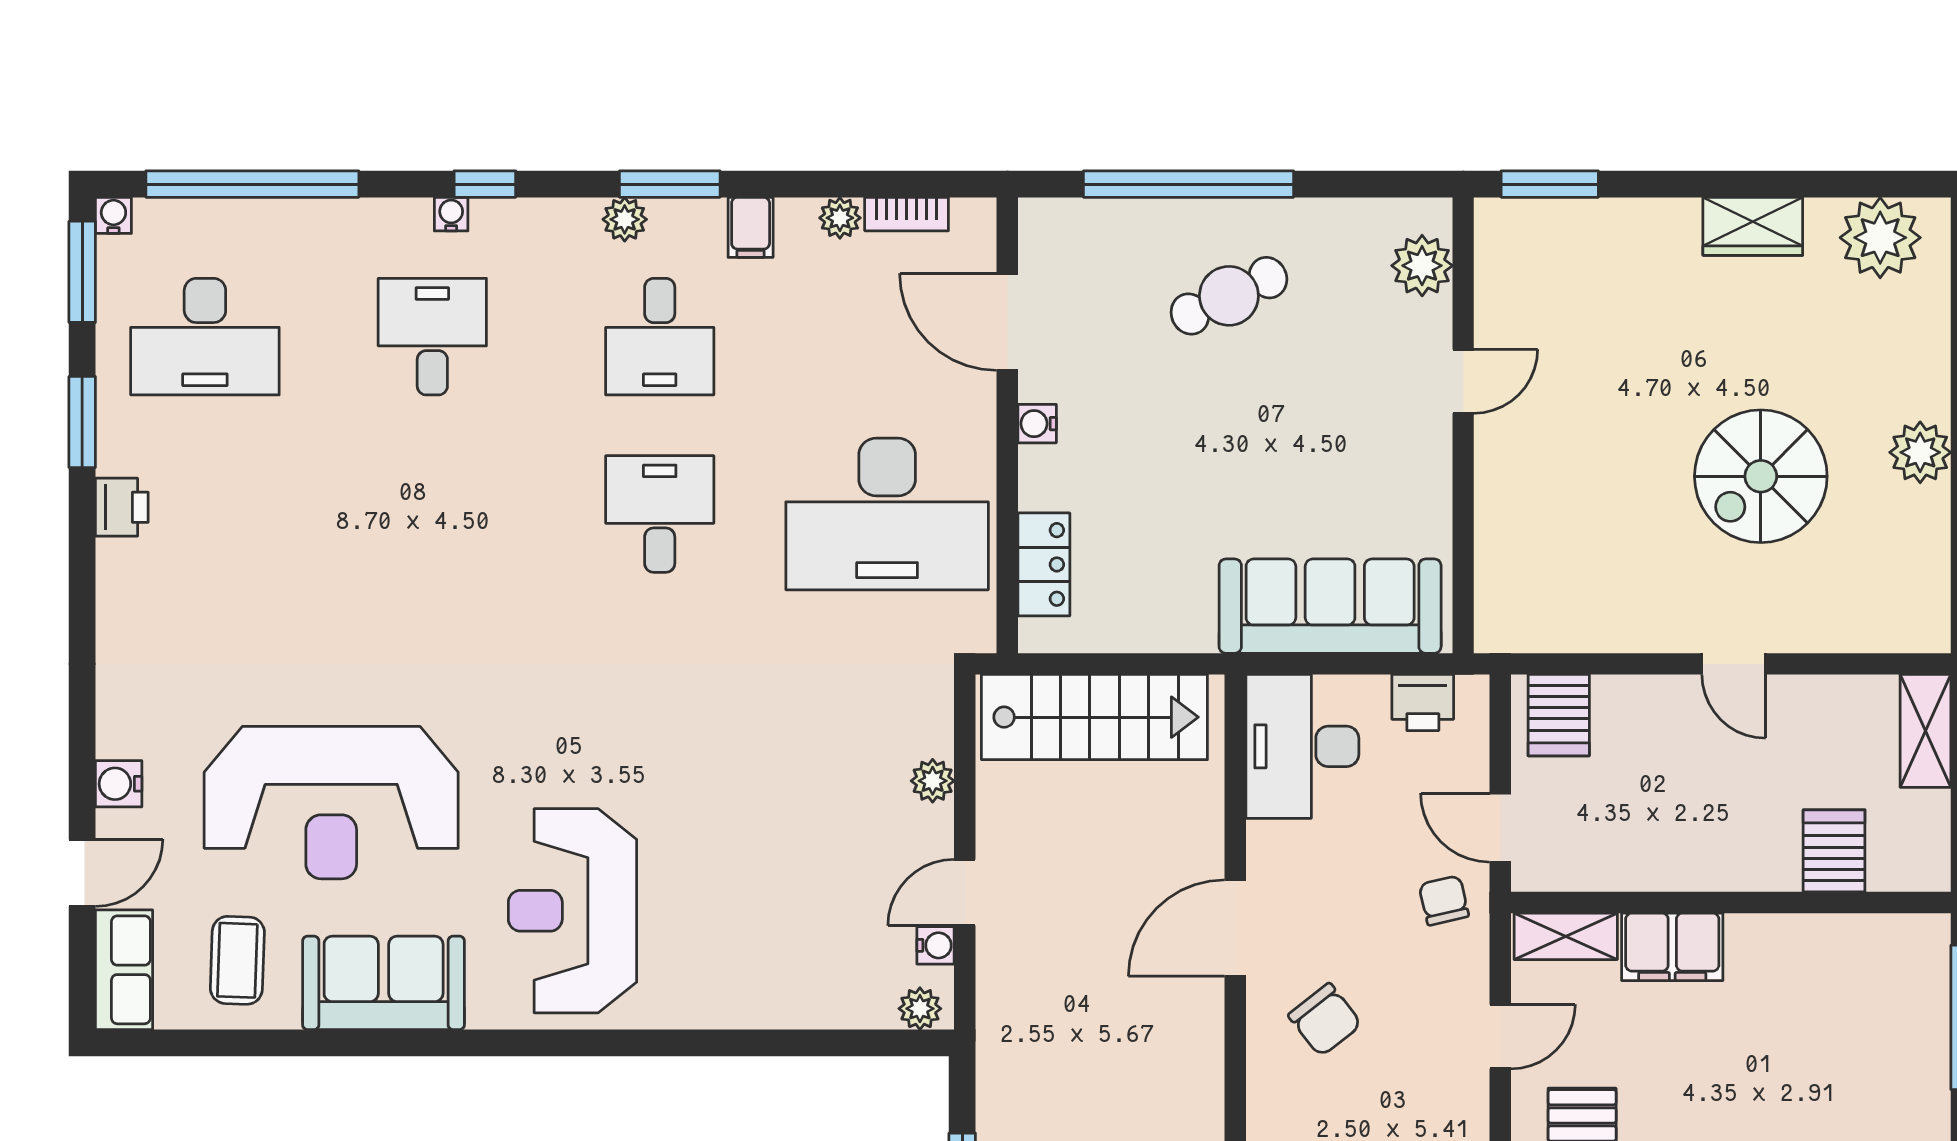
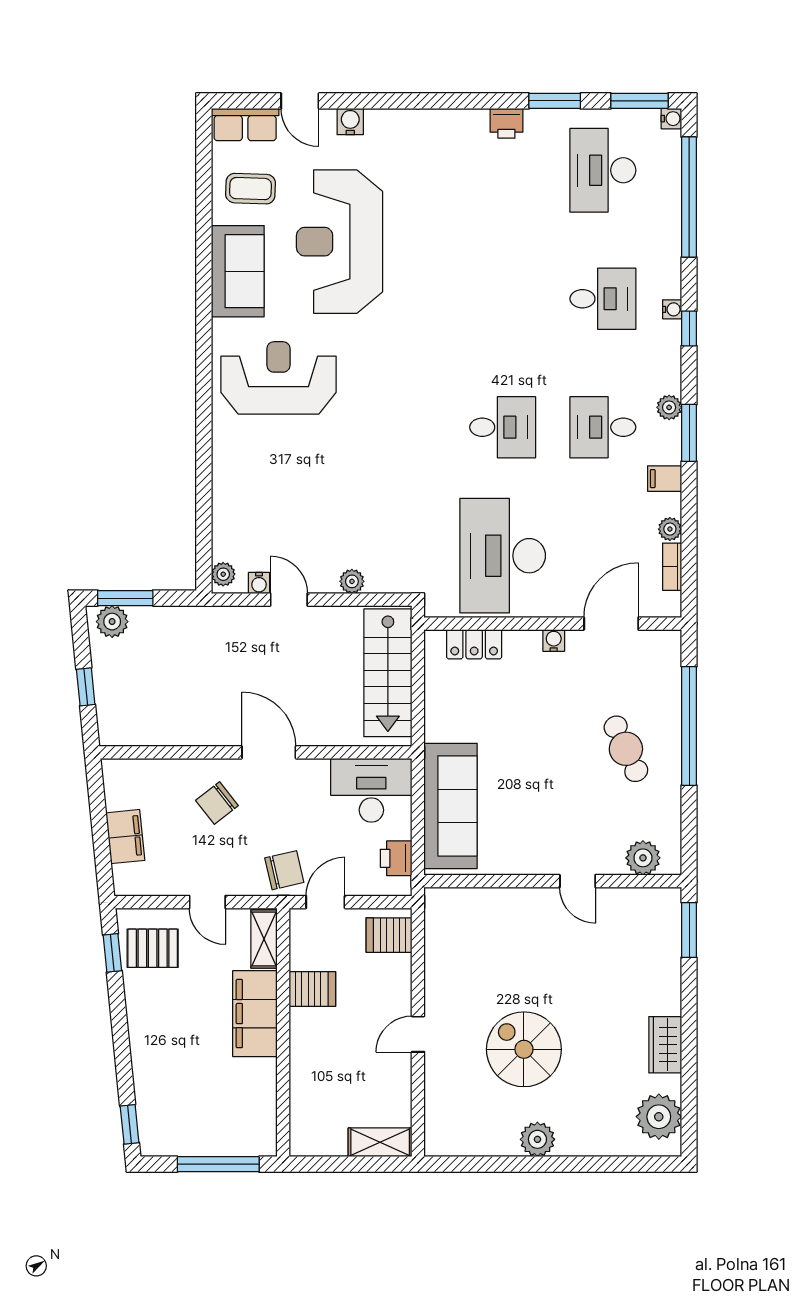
server rack: (1834, 851) -> (312, 989), moved
chair: (1444, 900) -> (284, 870), width x1.37, depth x1.37
filing cabinet: (1672, 947) -> (255, 1014), width x1.50, depth x1.17

